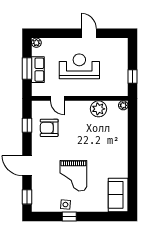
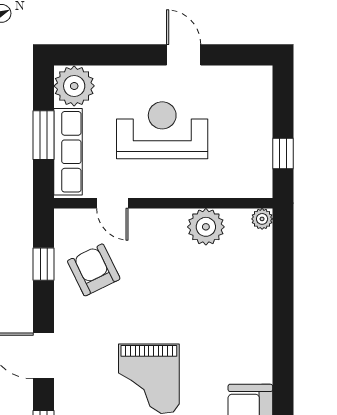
plant: (36, 43) -> (74, 86), width x1.88, depth x1.88
row of seats: (38, 70) -> (68, 152), width x1.48
armchair: (49, 128) -> (94, 270), turned 64

